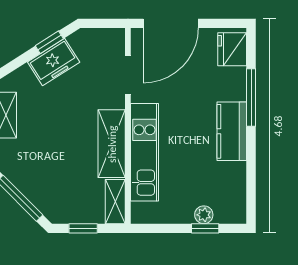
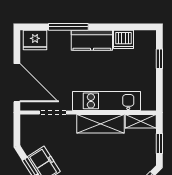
dishwasher: (233, 177) -> (123, 39), added
plant: (204, 215) -> (150, 60), removed

